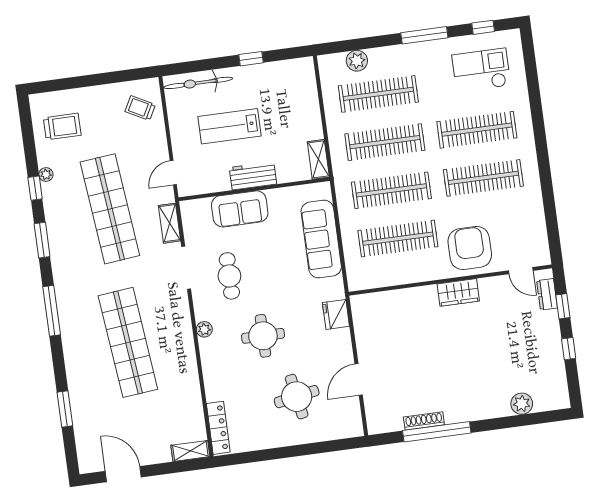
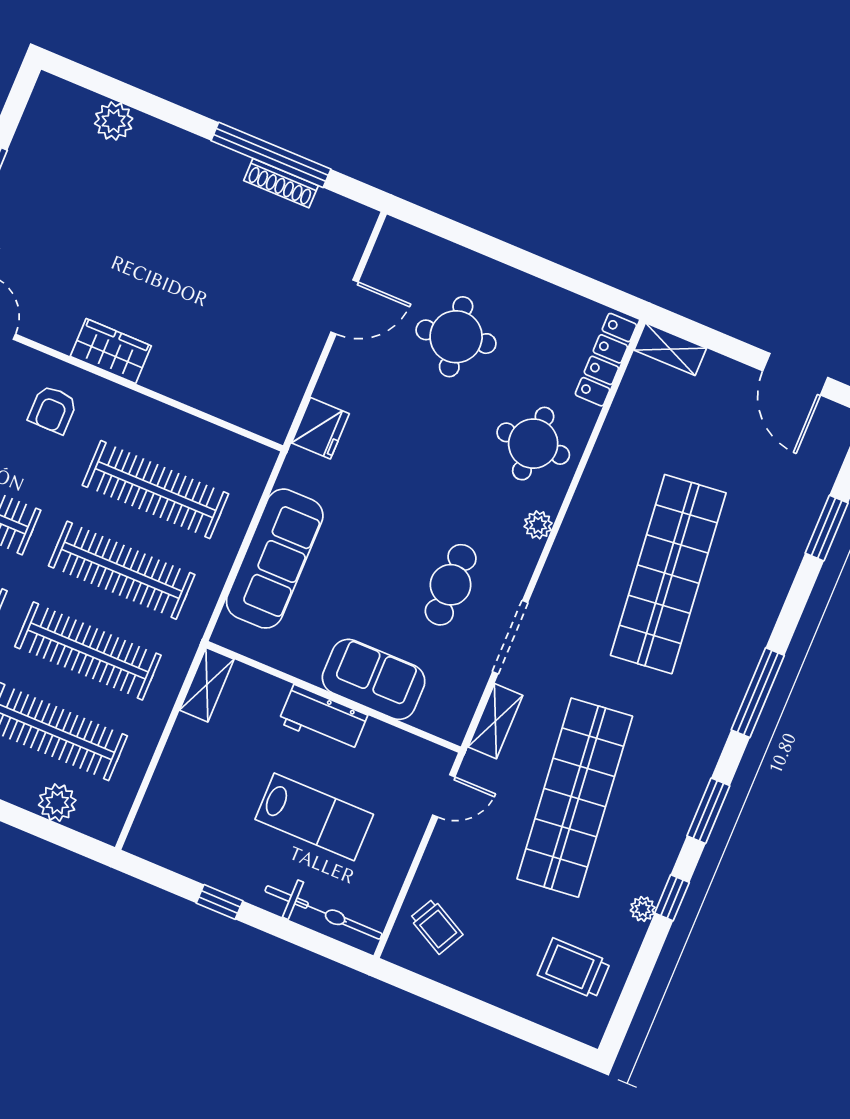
armchair: (470, 248) -> (53, 410), width x0.53, depth x0.53
round table: (263, 336) -> (533, 444), moved

